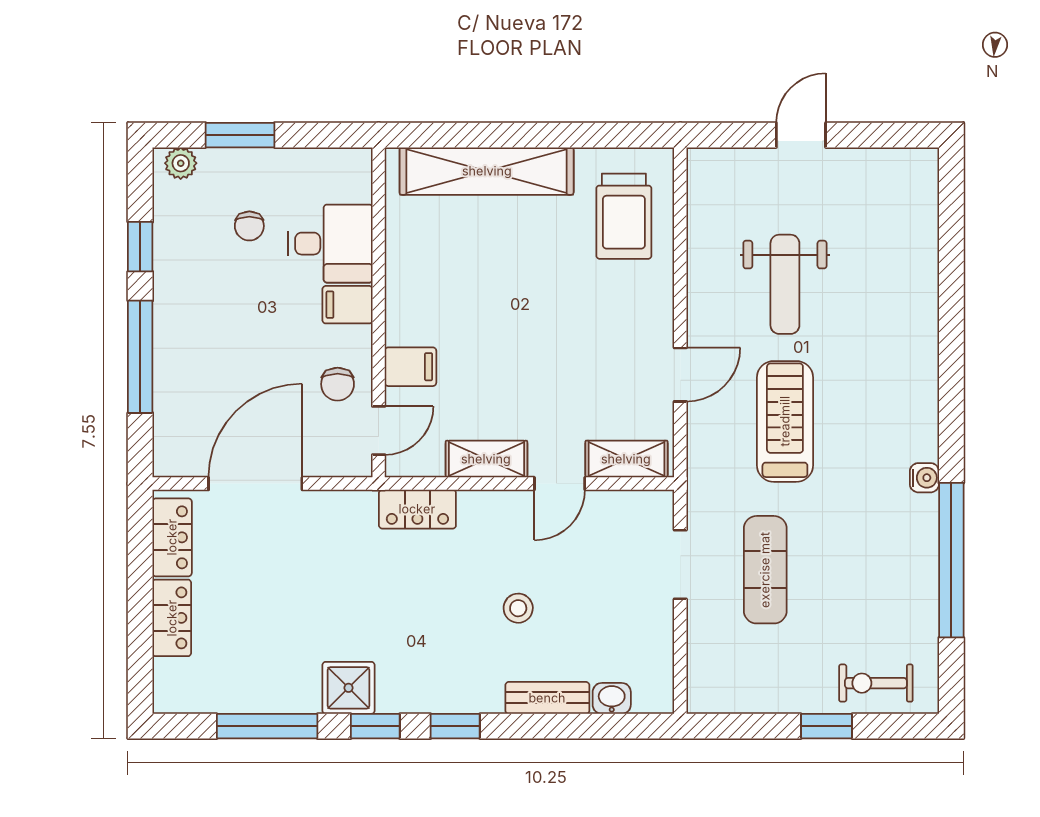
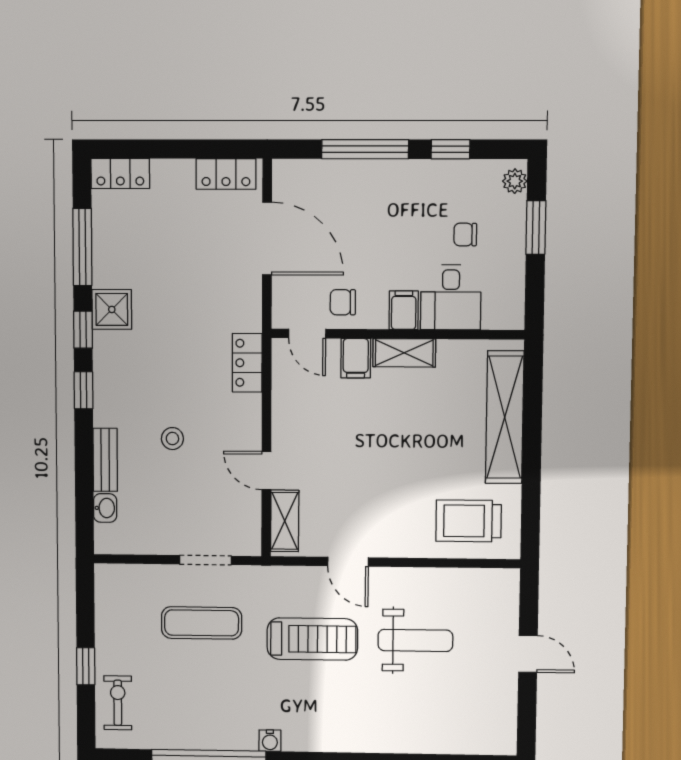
weight bench: (785, 284) -> (415, 640), turned 180
shelving: (486, 459) -> (404, 353), moved, turned 90
locker: (172, 618) -> (120, 173), moved

